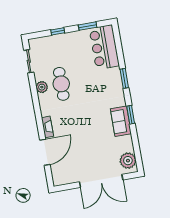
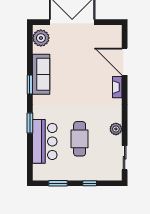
bar counter: (104, 47) -> (45, 141), moved
cafe table: (61, 84) -> (80, 139), moved
sofa: (121, 121) -> (41, 74), width x1.36
door: (45, 152) -> (125, 62), hinge flipped

